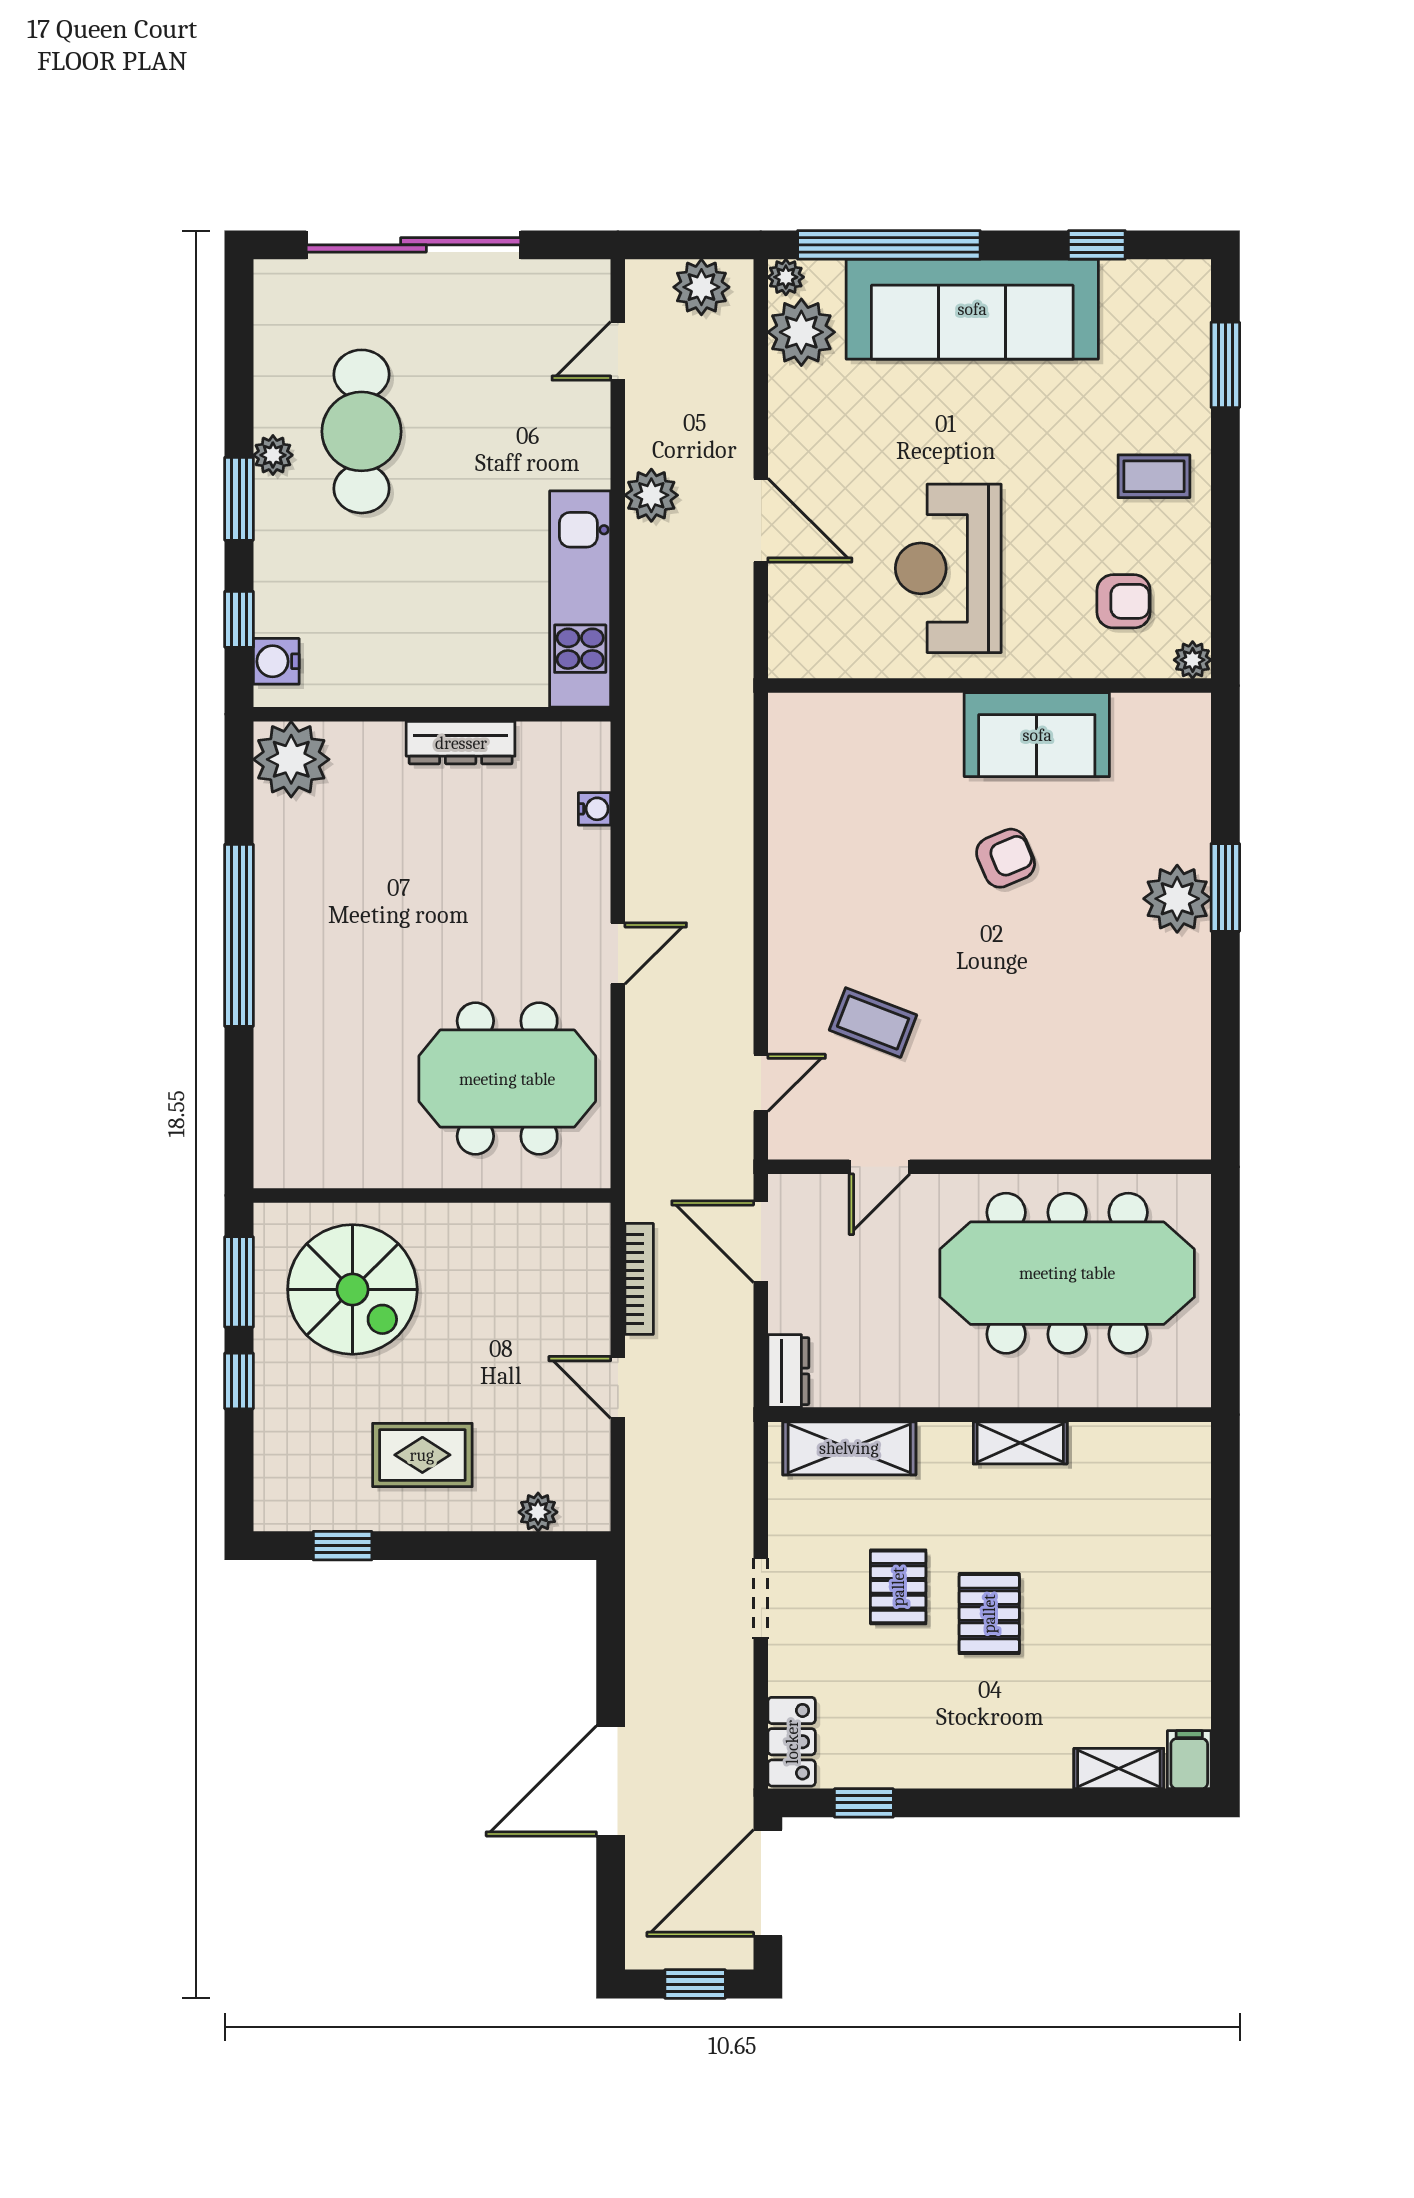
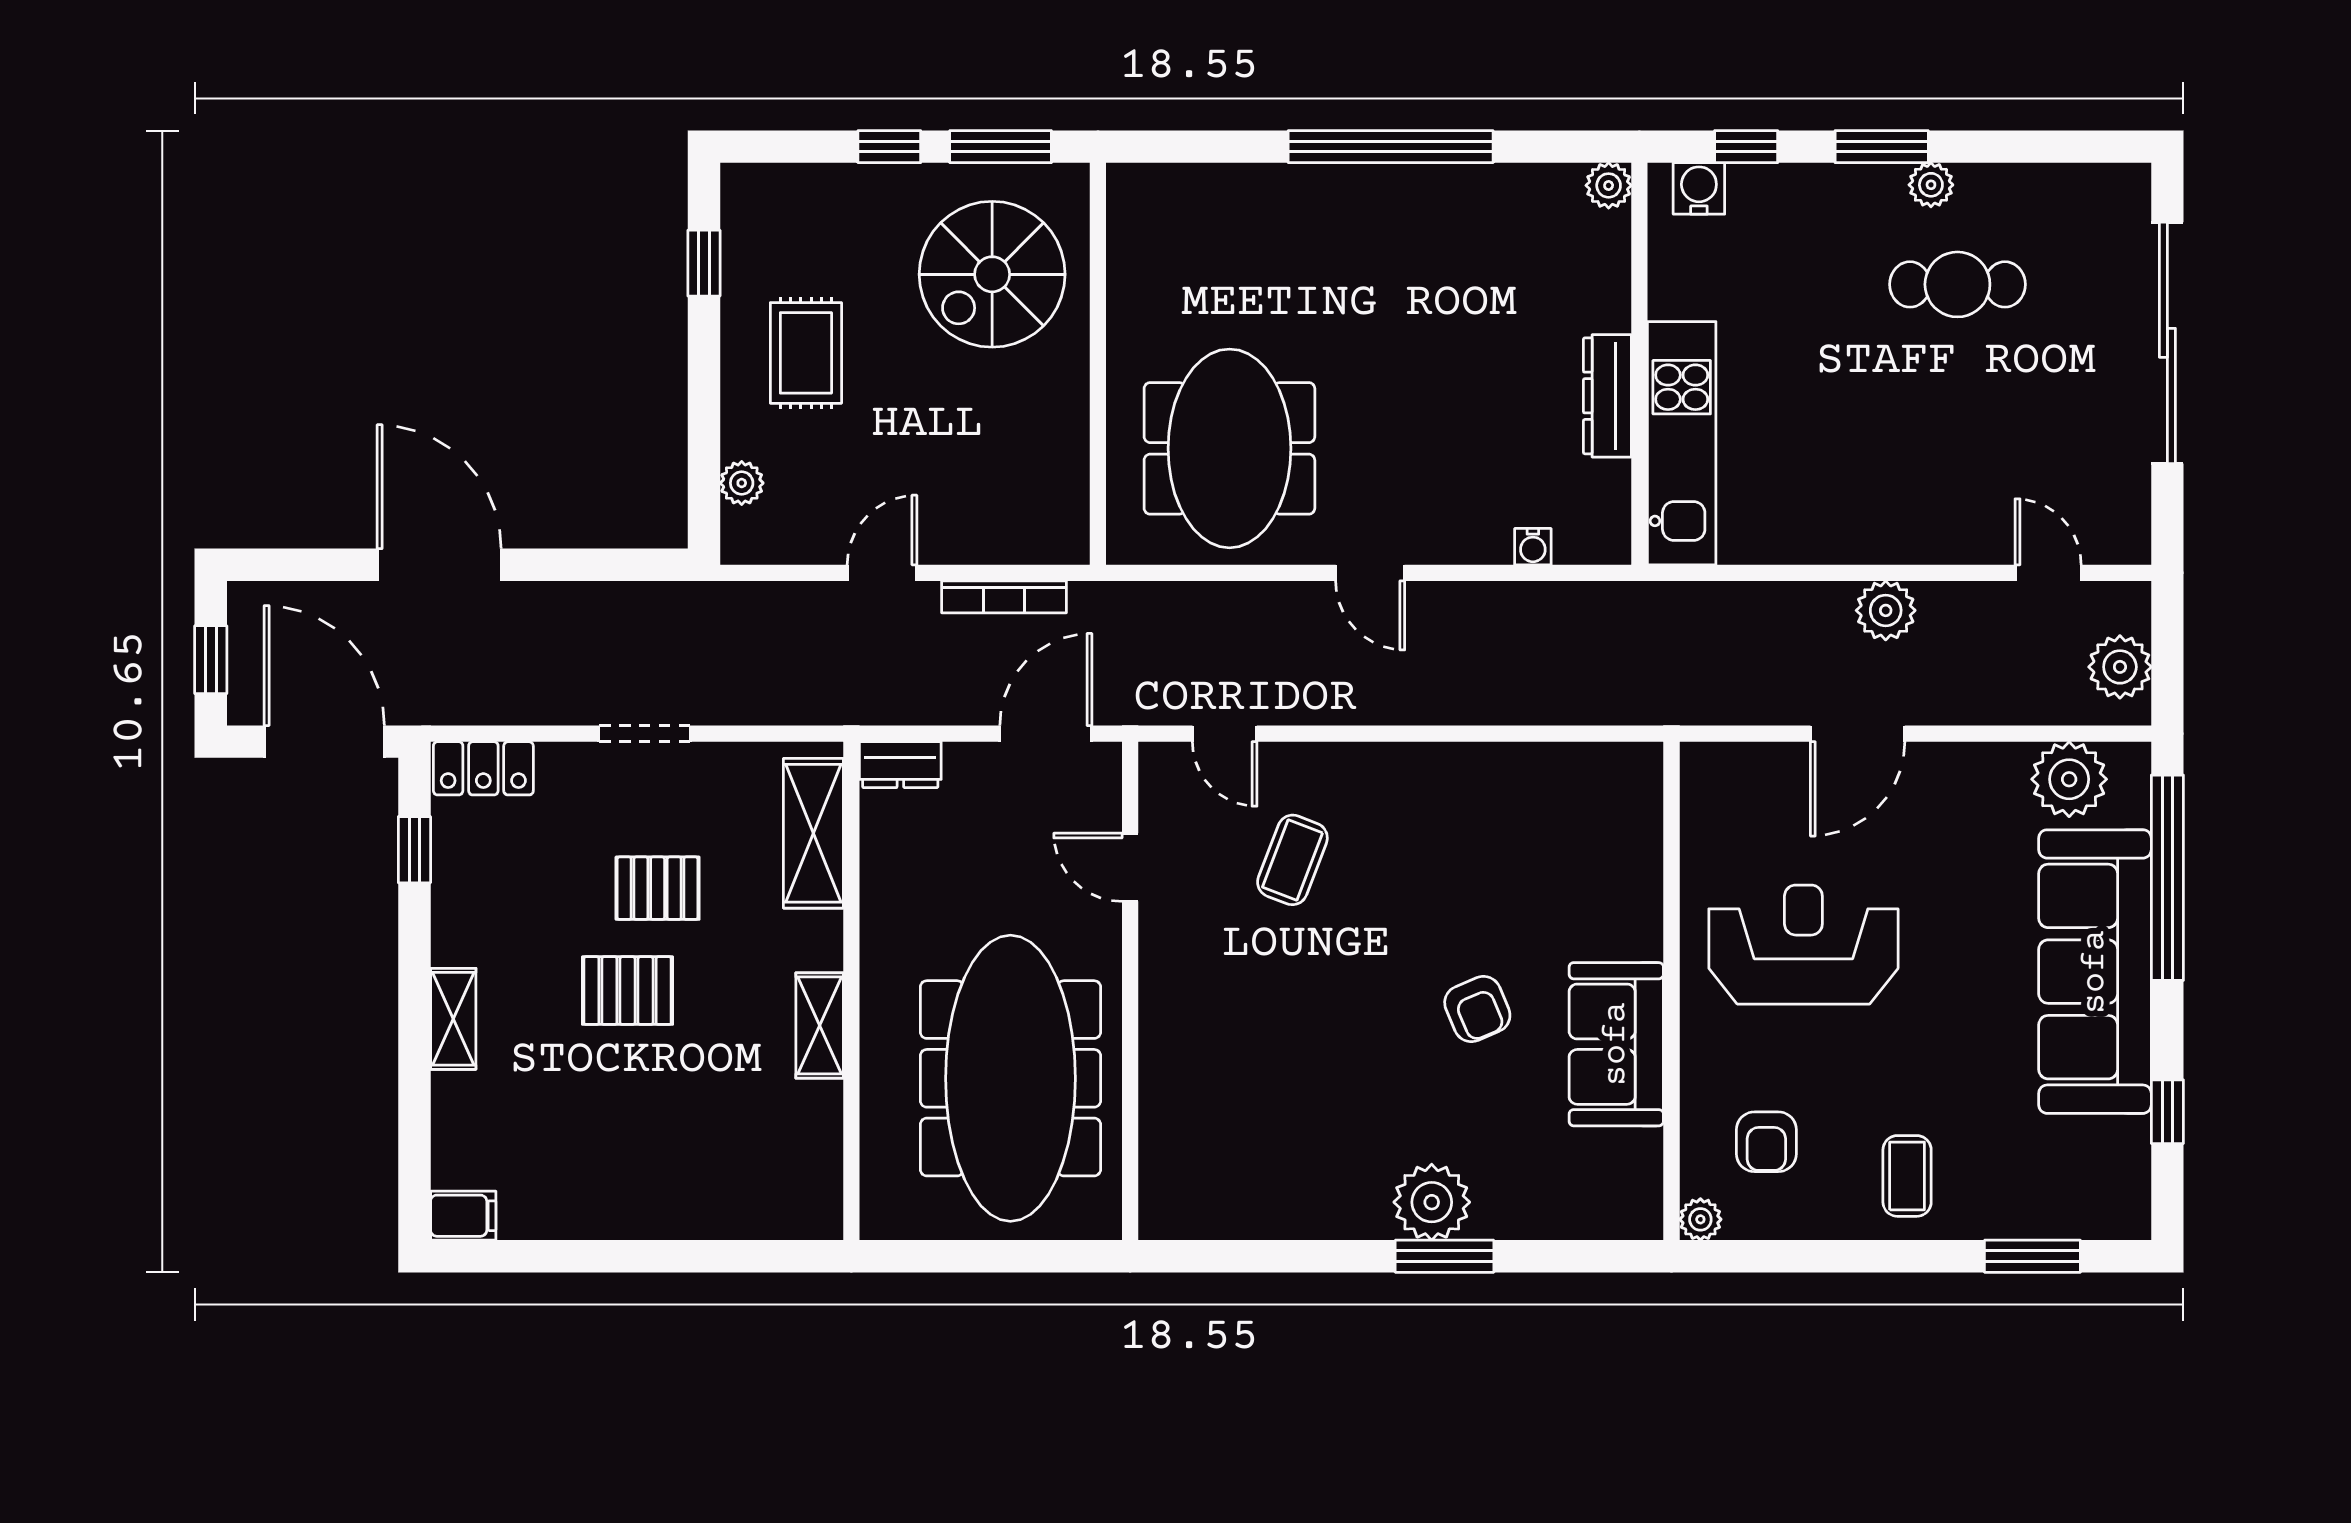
plant: (786, 277) -> (2131, 762), removed
cafe table: (361, 431) -> (1957, 284), width x0.73, depth x0.74
kitchen unit: (580, 599) -> (1682, 443), moved, turned 90
plant: (291, 759) -> (1609, 185), width x0.53, depth x0.53
shelving: (1119, 1768) -> (453, 1019), moved

